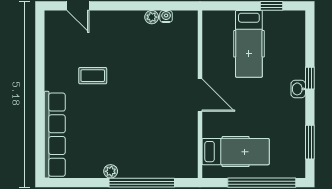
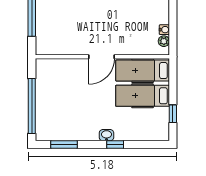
plant: (152, 17) -> (164, 41), moved
hospital bed: (236, 152) -> (143, 71), moved, turned 90

